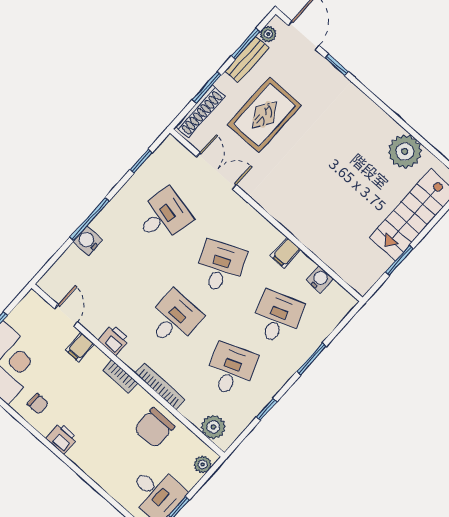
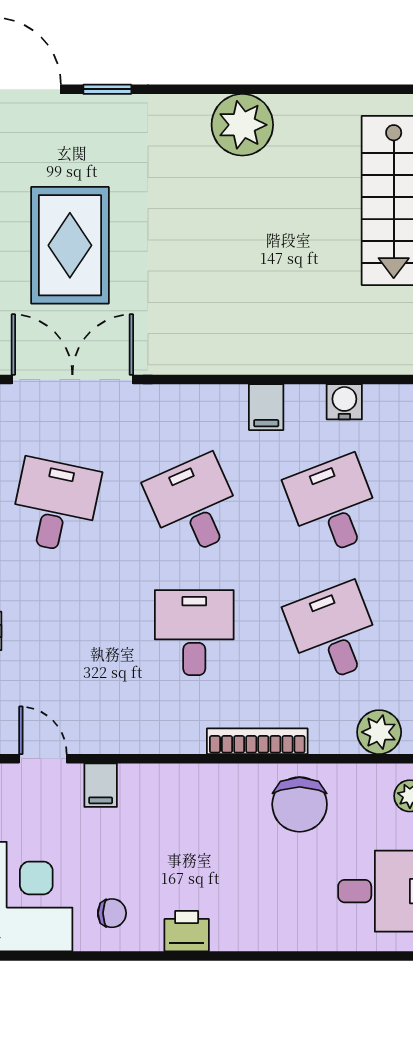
plant: (405, 152) -> (242, 125), moved
double door: (216, 171) -> (72, 380), width x1.37
printer: (114, 340) -> (138, 734), removed
bookcase: (120, 377) -> (191, 776), removed

